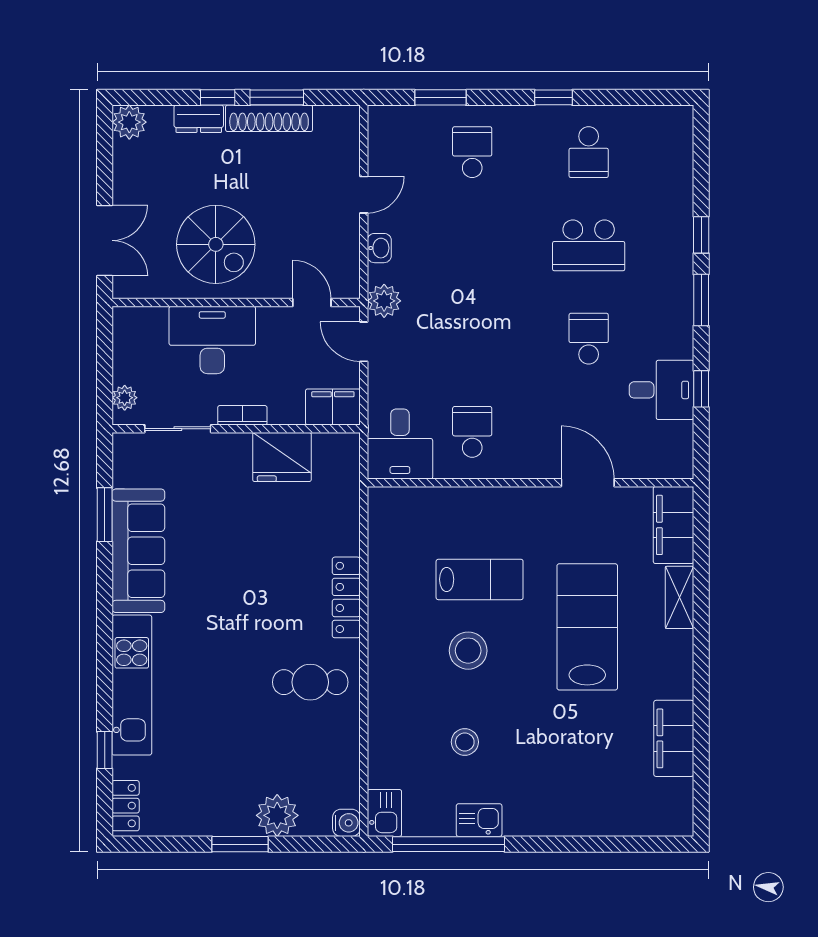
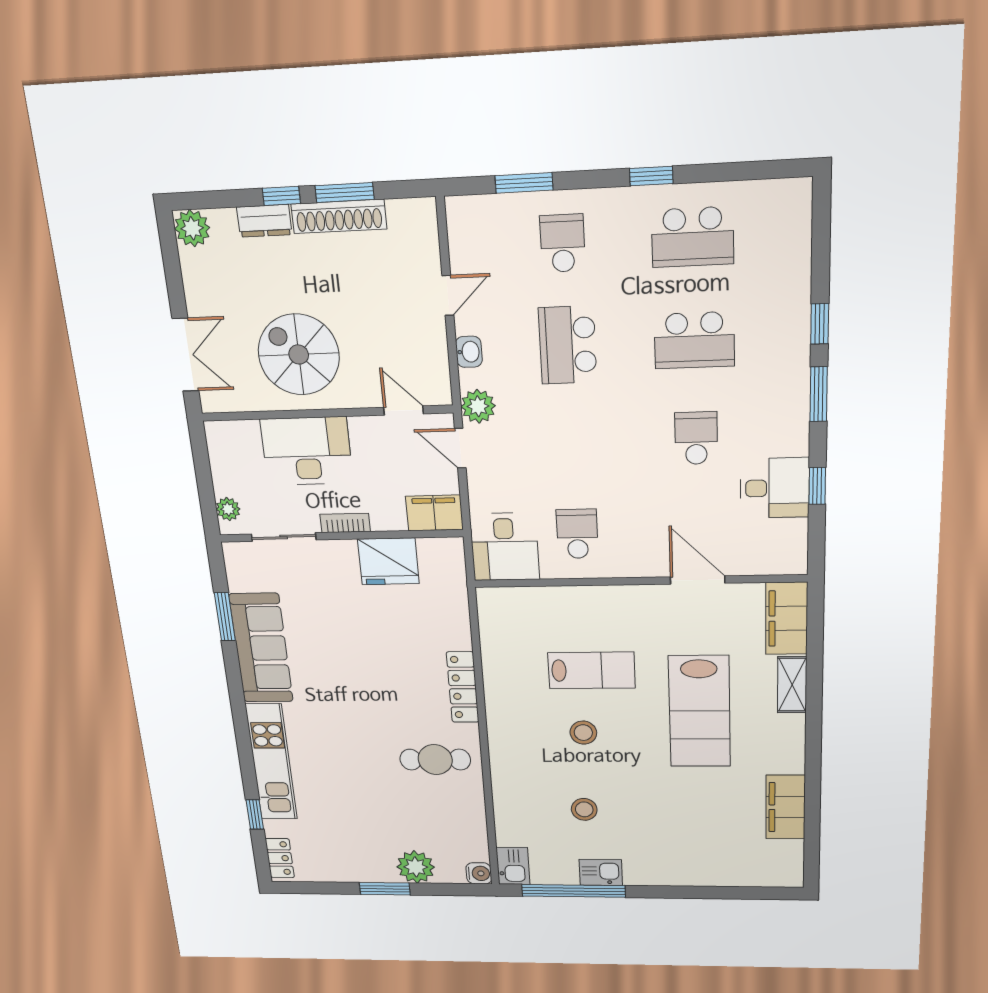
school desk: (589, 152) -> (693, 237), width x1.85
spiral stairs: (216, 244) -> (299, 354), turned 180
school desk: (472, 245) -> (568, 345), added
lab bench: (587, 627) -> (699, 712), turned 180
stool: (468, 651) -> (583, 733), width x0.73, depth x0.73

